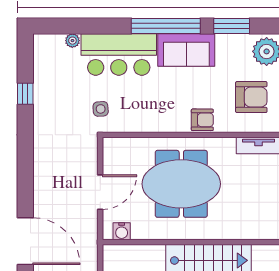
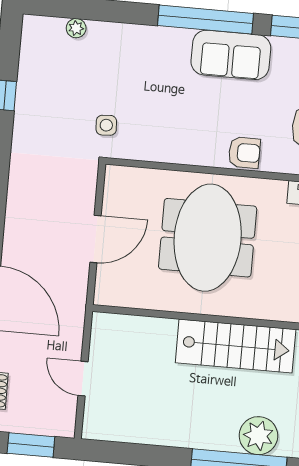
bar counter: (119, 54) -> (138, 53), removed
meeting table: (181, 184) -> (208, 238), turned 90
water cooler: (122, 231) -> (120, 295), removed

